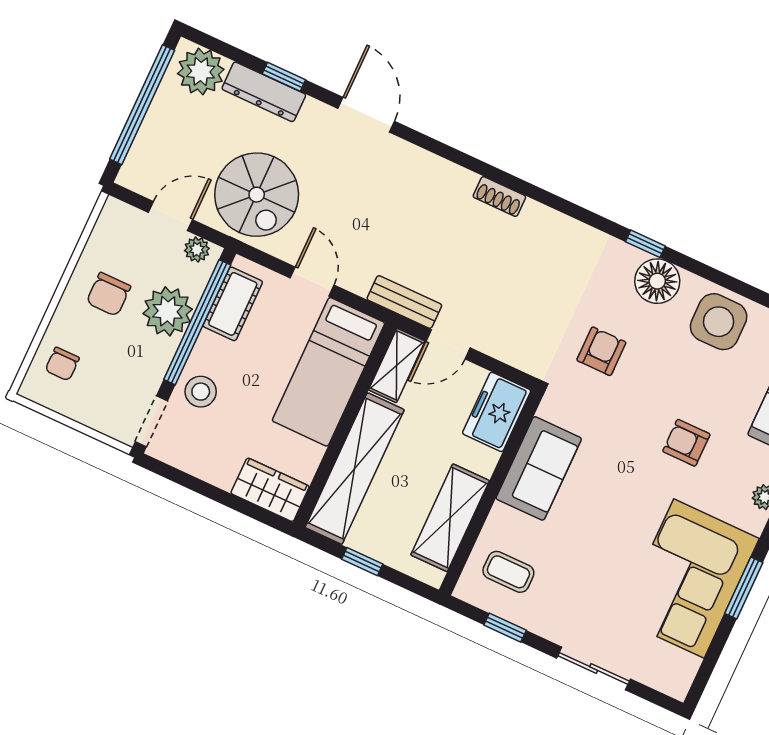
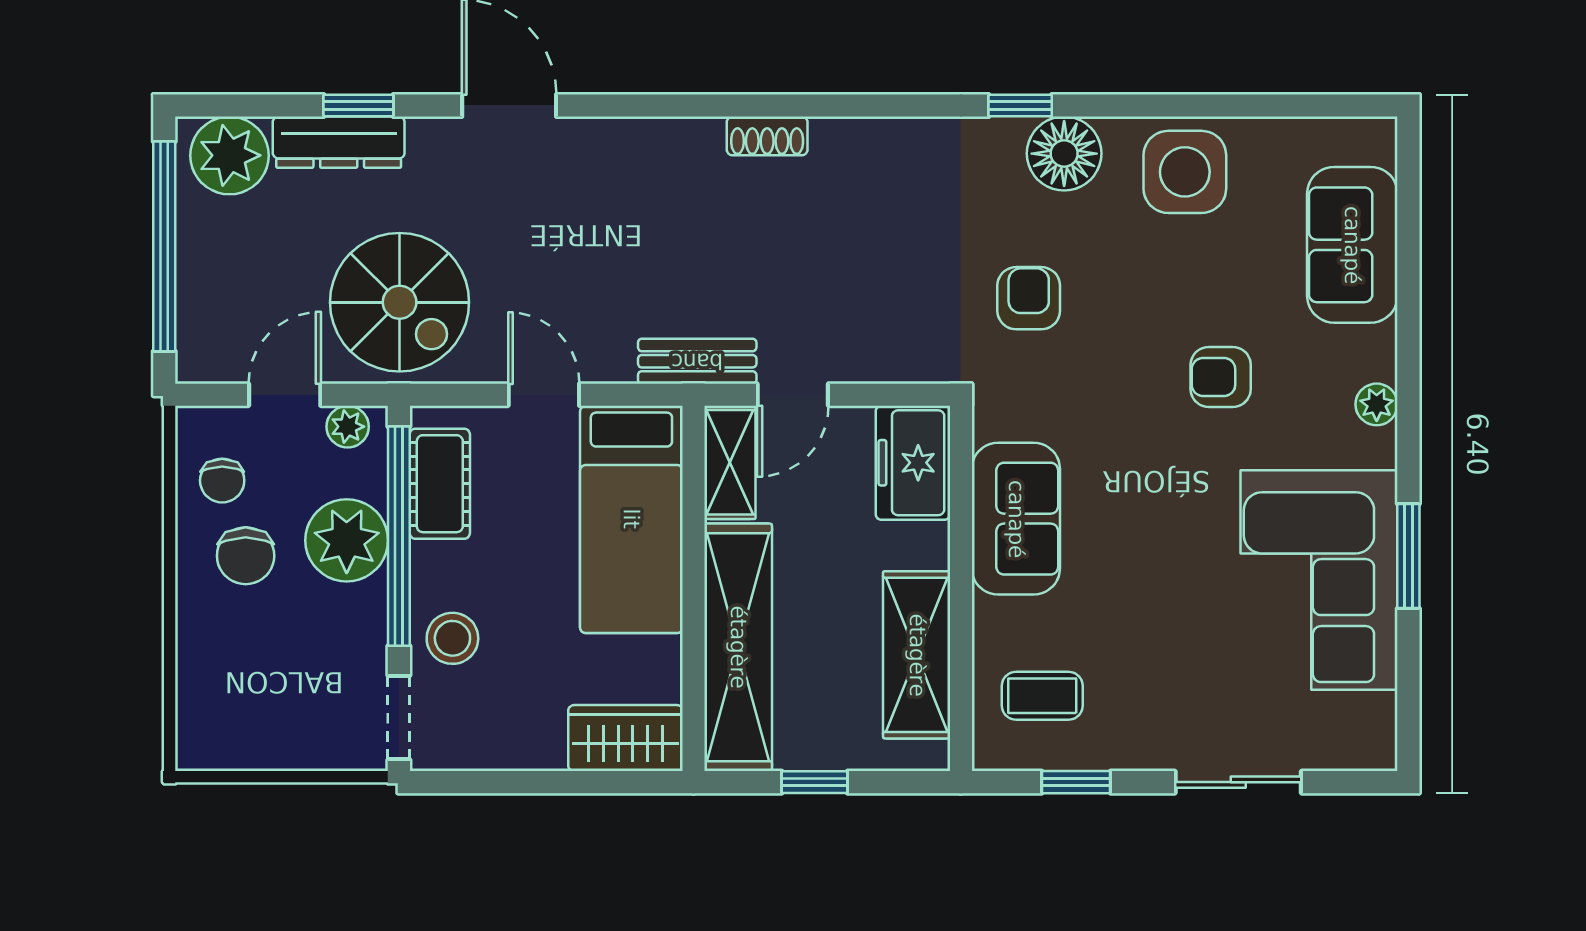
chair: (62, 364) -> (222, 481), moved

